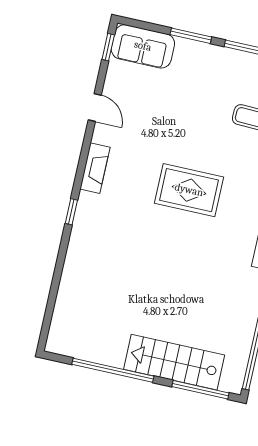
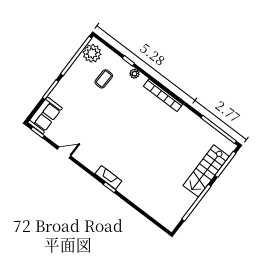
fireplace: (95, 168) -> (108, 177), moved
rug: (189, 190) -> (126, 125), removed

